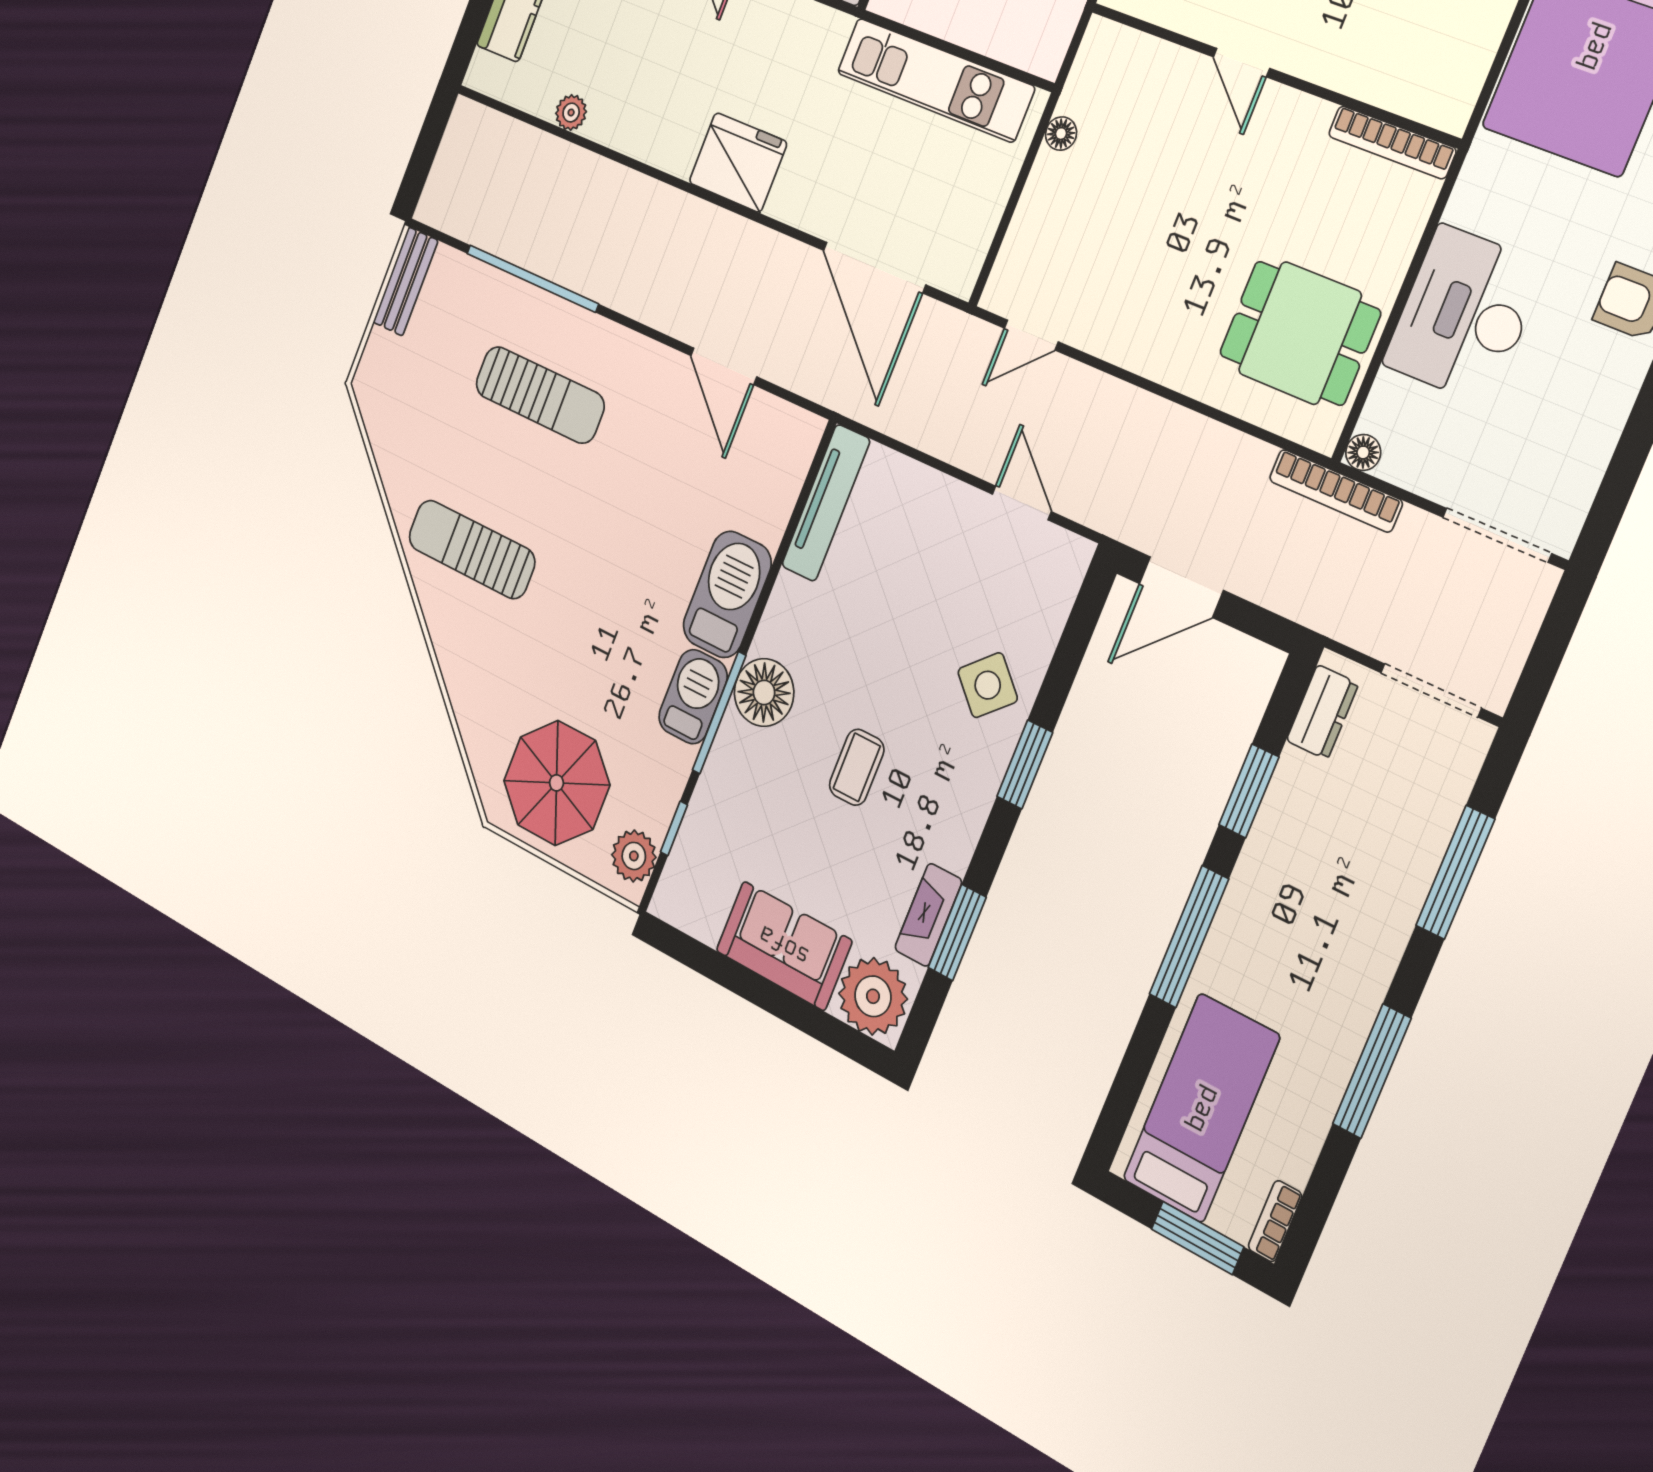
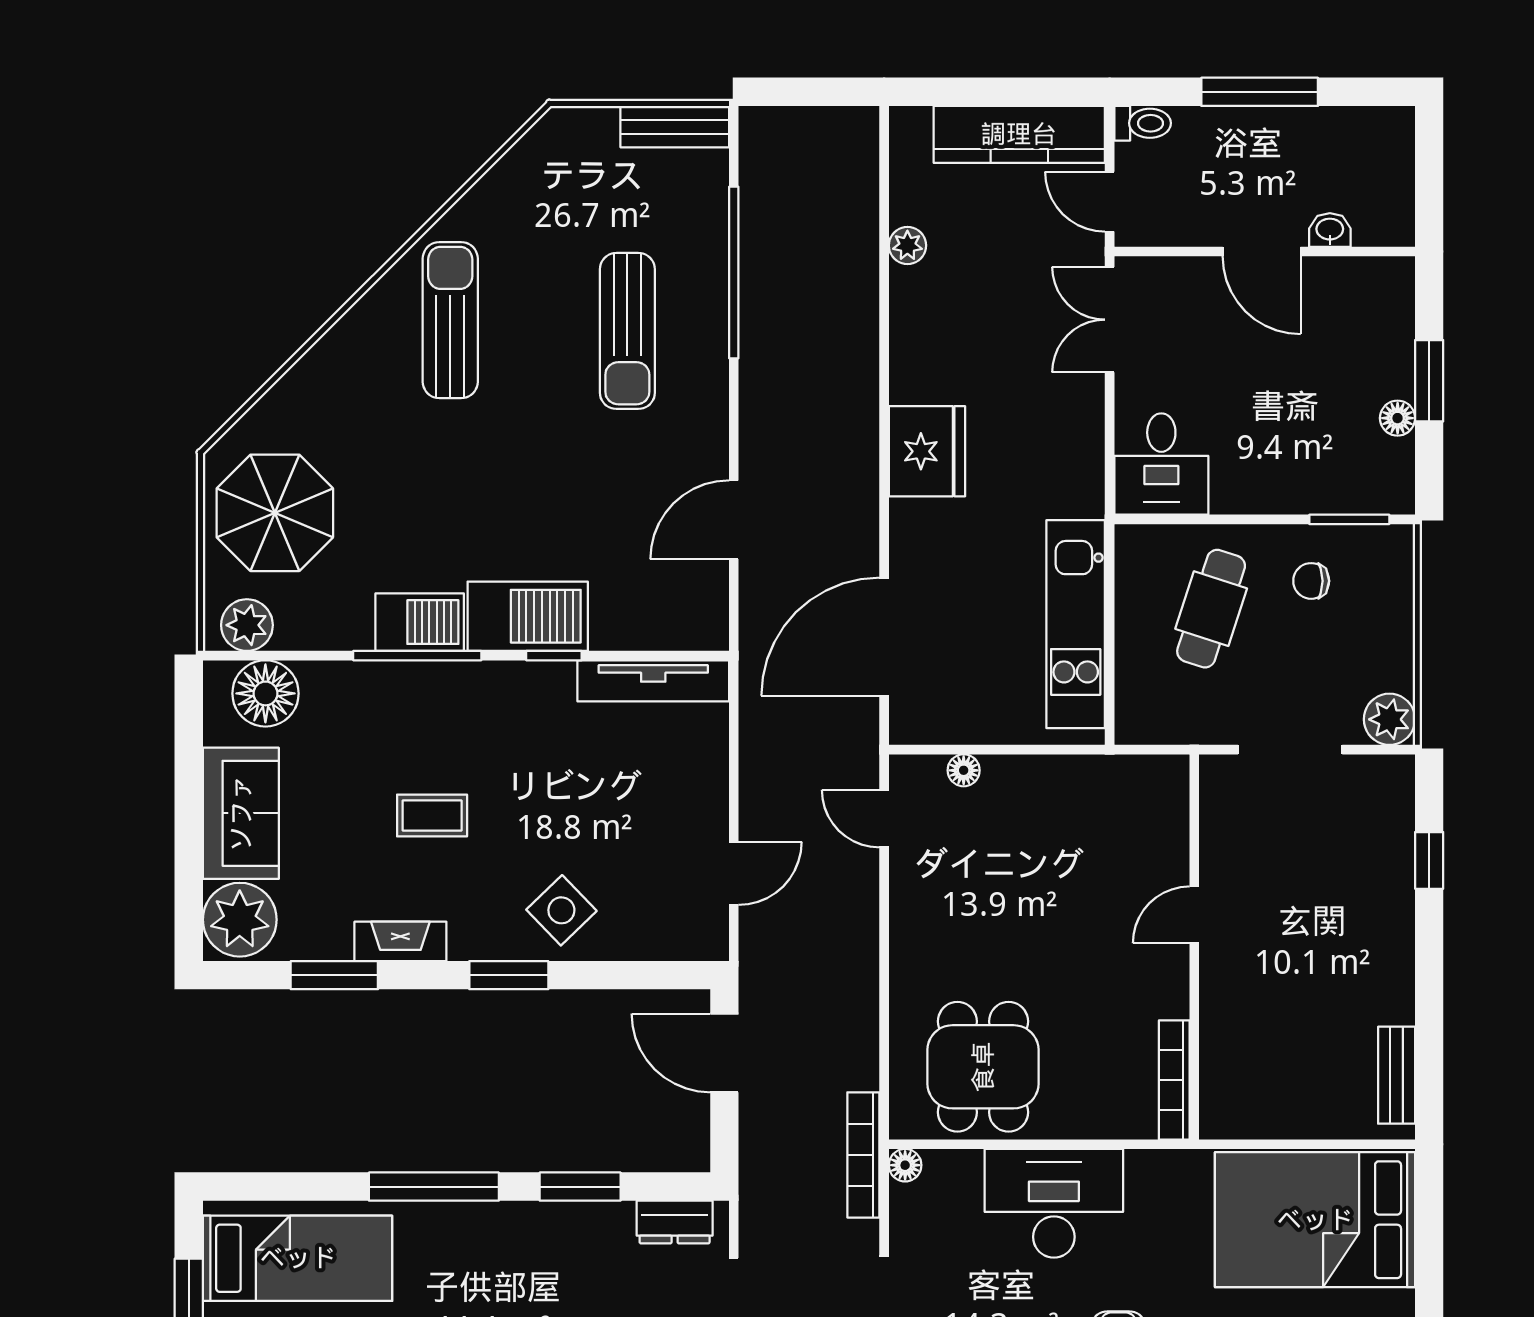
floor lamp: (1061, 134) -> (964, 770), moved
floor lamp: (764, 692) -> (265, 693), moved
window: (674, 828) -> (554, 656), moved
fireplace: (928, 915) -> (400, 941), moved

